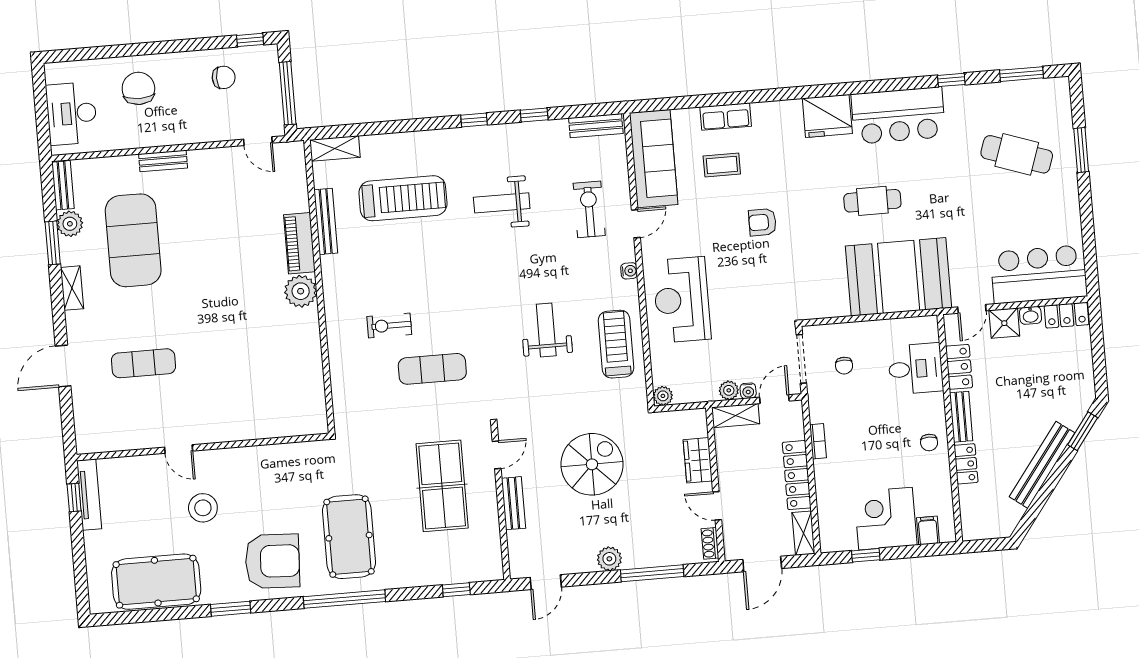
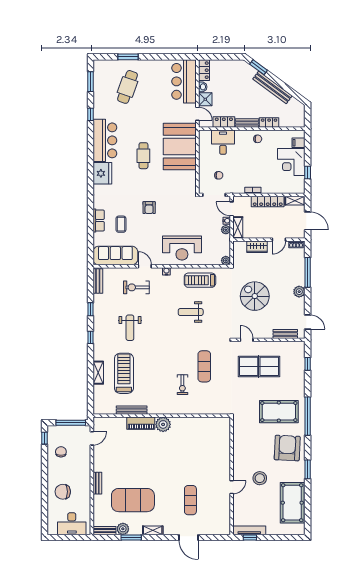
shelving: (335, 148) -> (98, 373), moved
bench: (513, 503) -> (285, 334), moved

